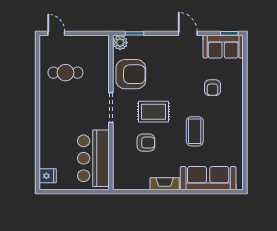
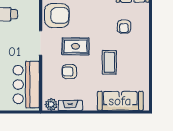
armchair: (146, 143) -> (69, 72), turned 180
plant: (124, 182) -> (51, 104), added
fireplace: (165, 184) -> (70, 105), moved

